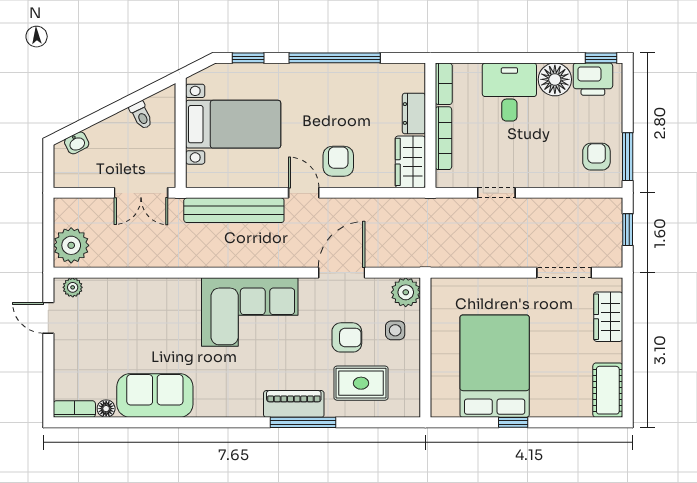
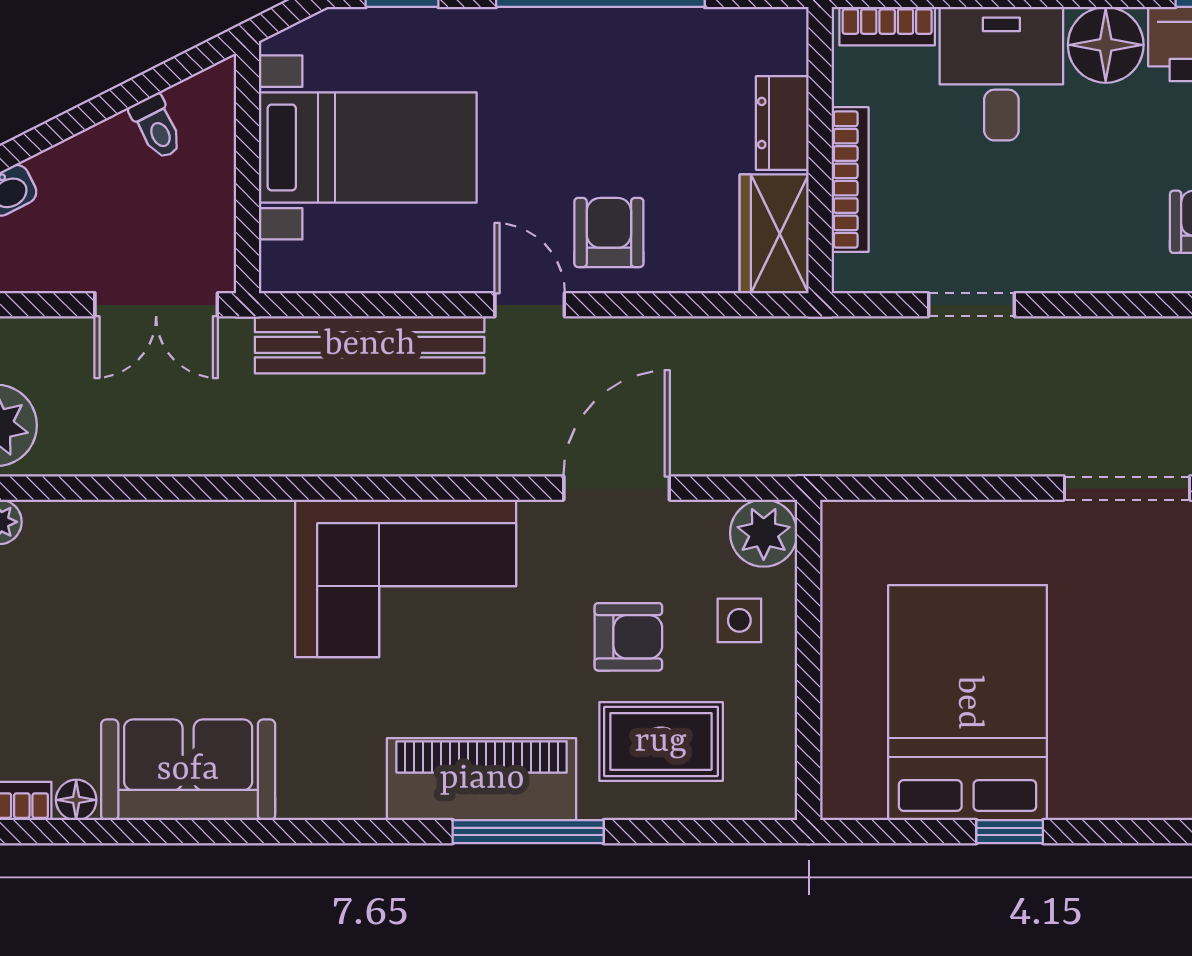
bookcase: (444, 84) -> (887, 26), moved, turned 90
piano: (294, 404) -> (482, 779), width x1.37, depth x1.33

